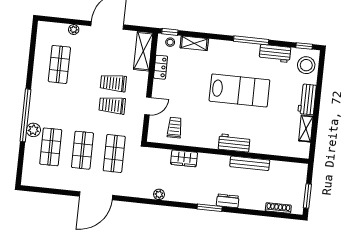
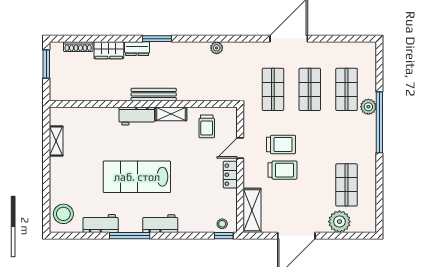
plant: (74, 30) -> (339, 222), width x1.88, depth x1.88
shelving: (194, 43) -> (171, 114), moved
window: (304, 46) -> (68, 236), removed
locker: (161, 67) -> (230, 175), moved
workbench: (307, 99) -> (160, 224), moved, turned -90
wardrobe: (184, 158) -> (109, 50), moved, turned 180
bench: (250, 163) -> (154, 94), moved

